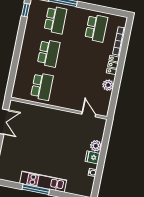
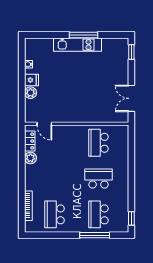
school desk: (49, 53) -> (98, 179), turned 90
locker: (113, 65) -> (30, 141), moved

